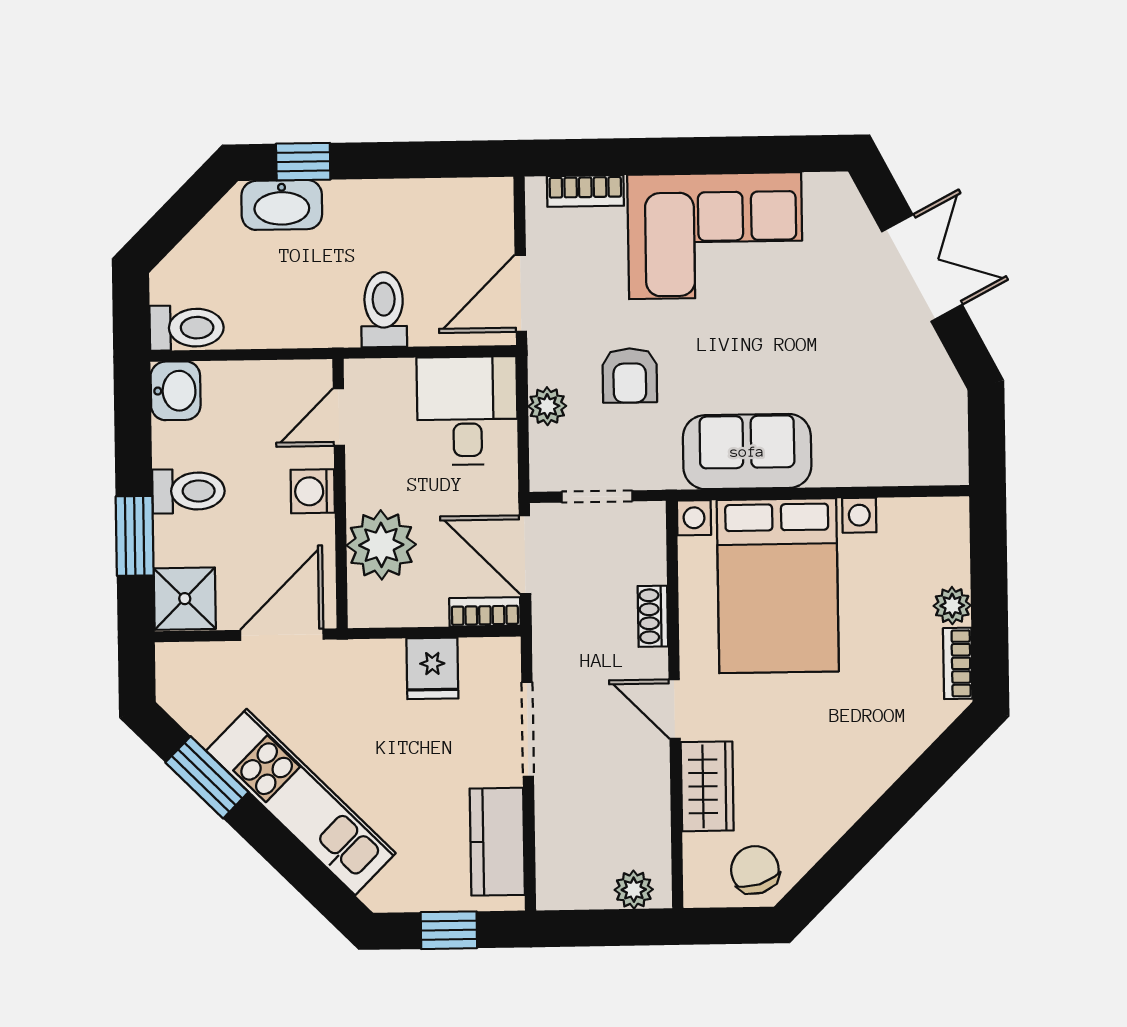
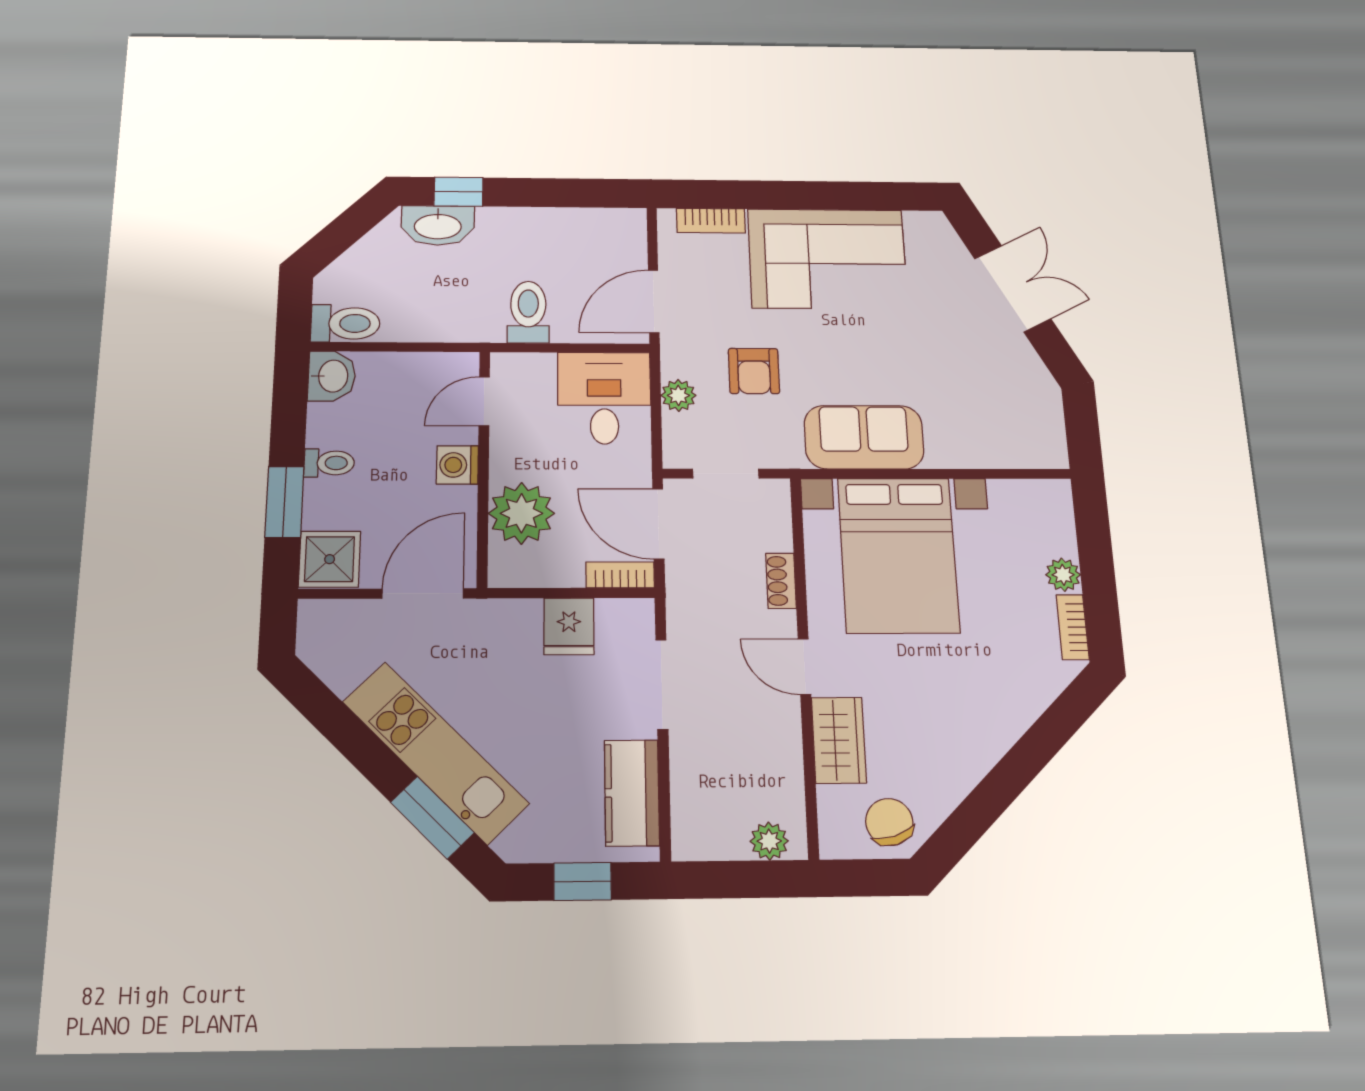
toilet: (188, 491) -> (329, 463), width x0.73, depth x0.72
window: (207, 777) -> (432, 817), moved

